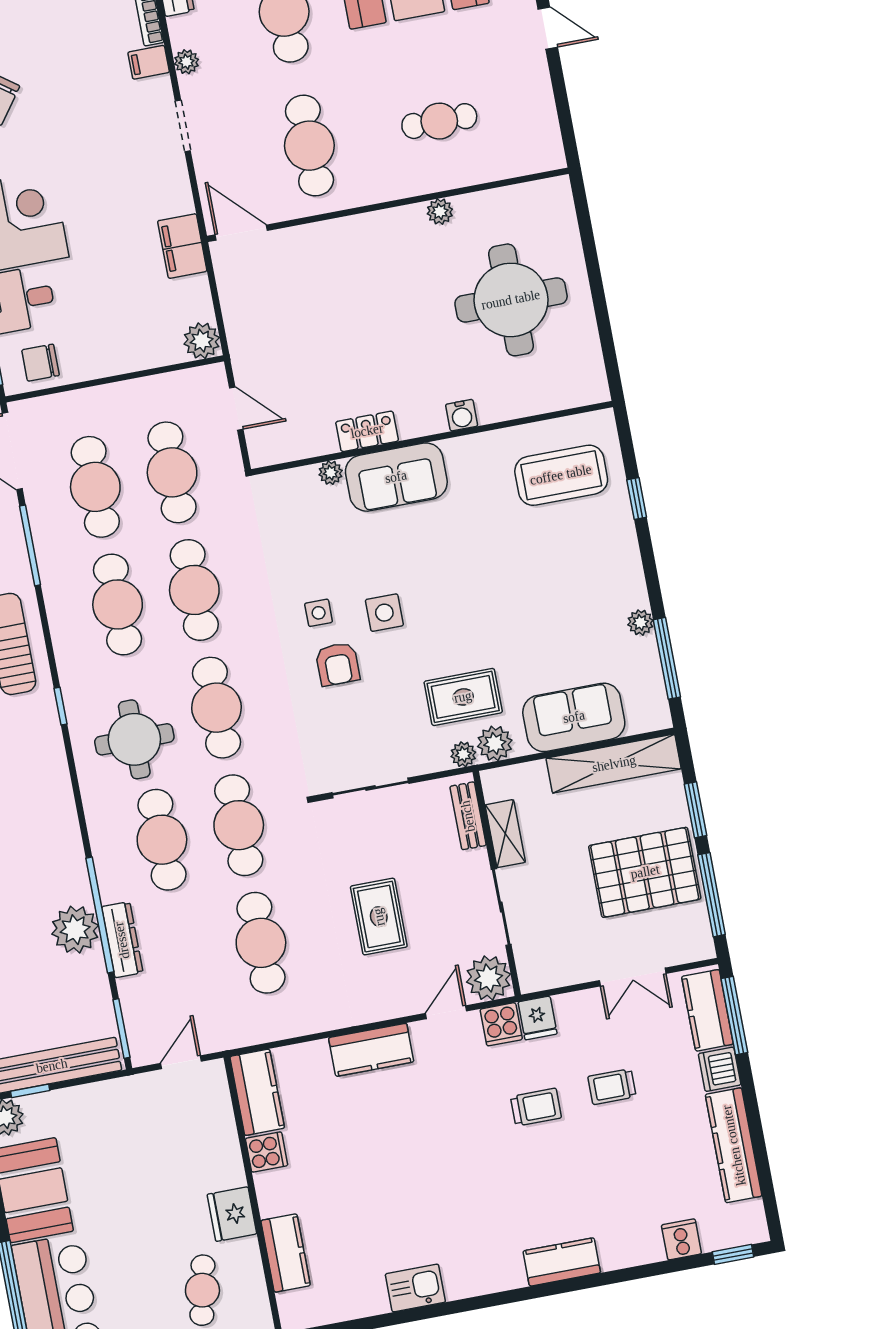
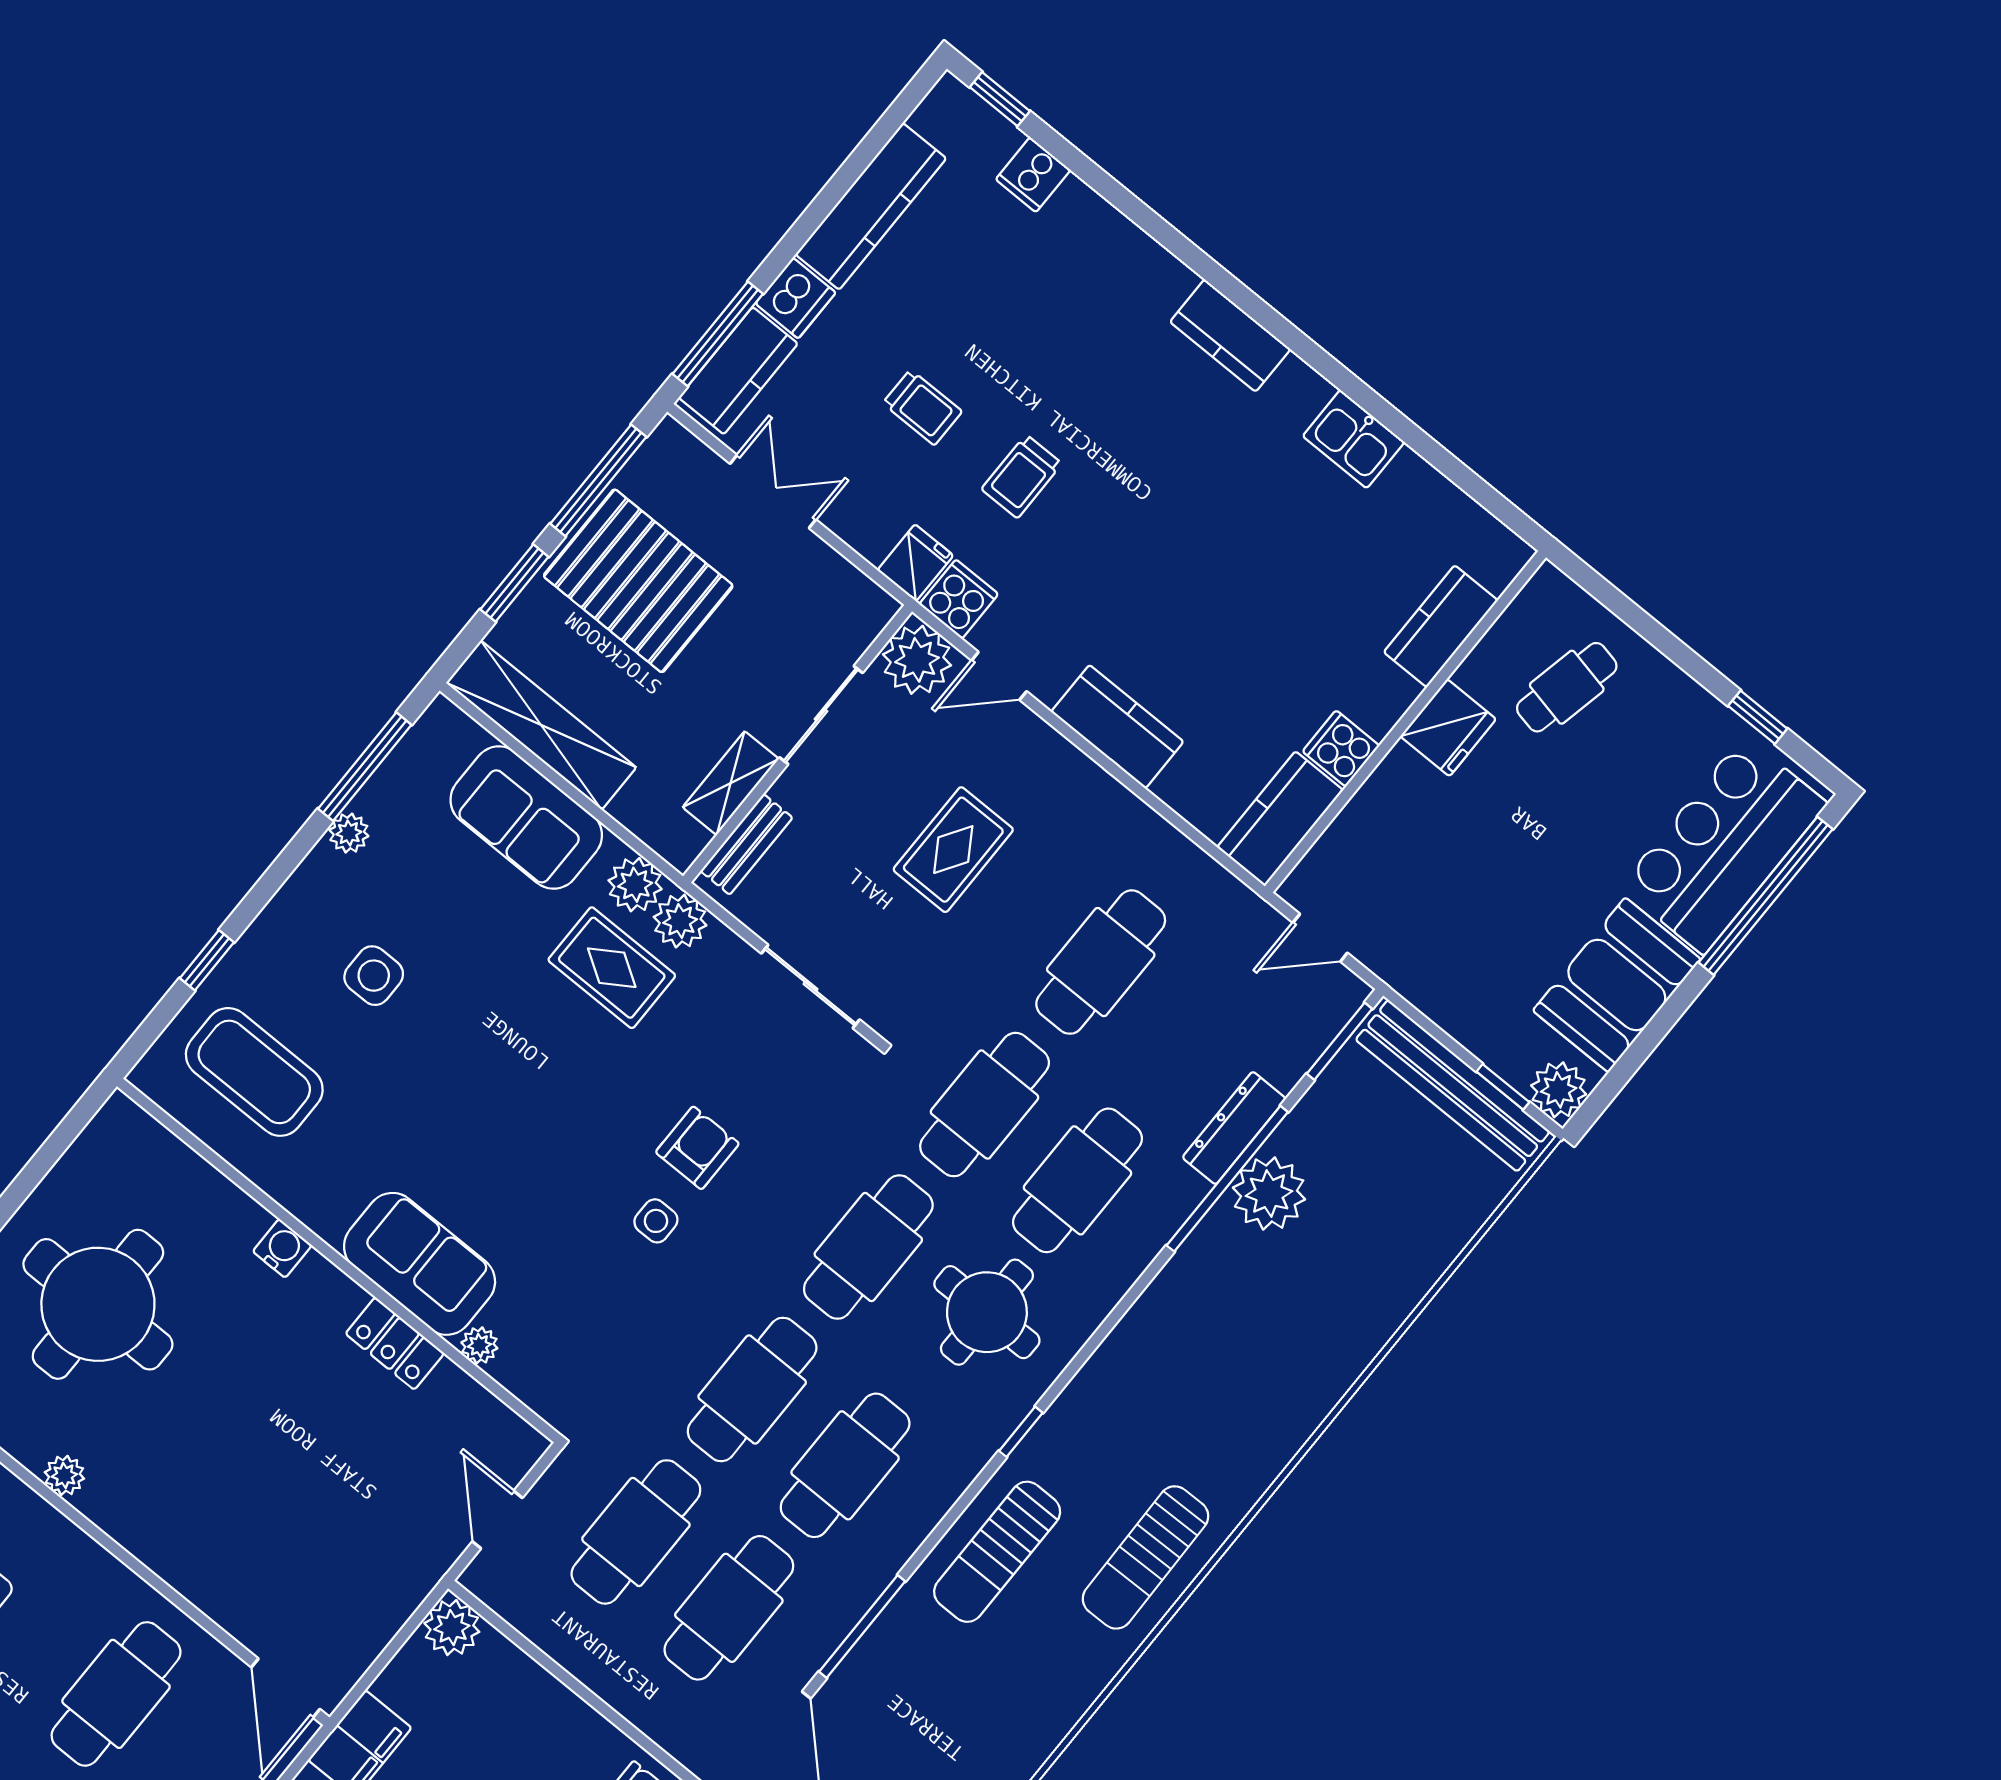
side table: (384, 613) -> (374, 976), moved
plant: (463, 754) -> (680, 921), width x1.38, depth x1.38
trolley: (536, 1107) -> (1022, 476), turned -90
kitchen counter: (562, 1262) -> (1230, 335), moved

